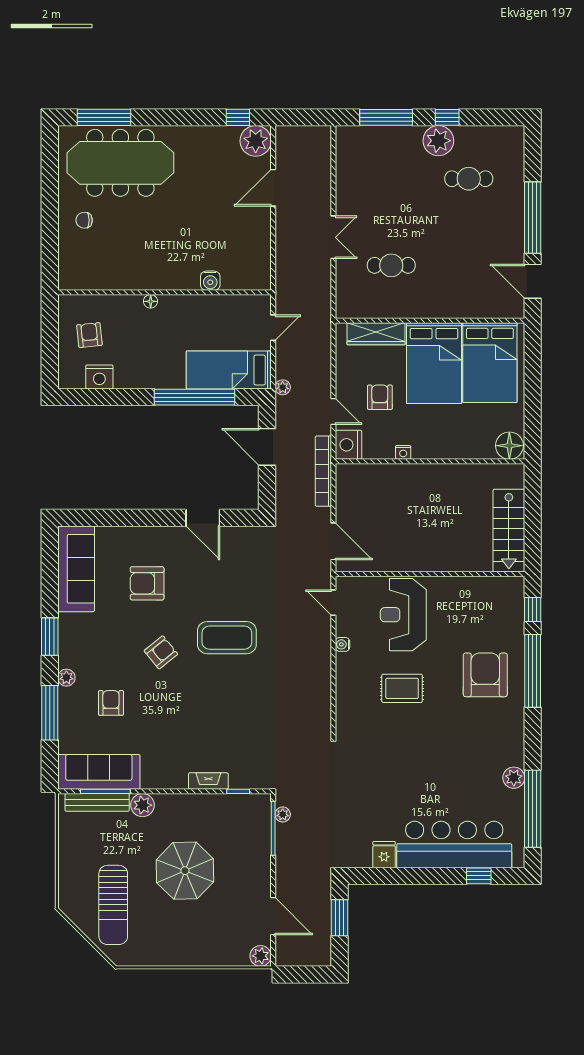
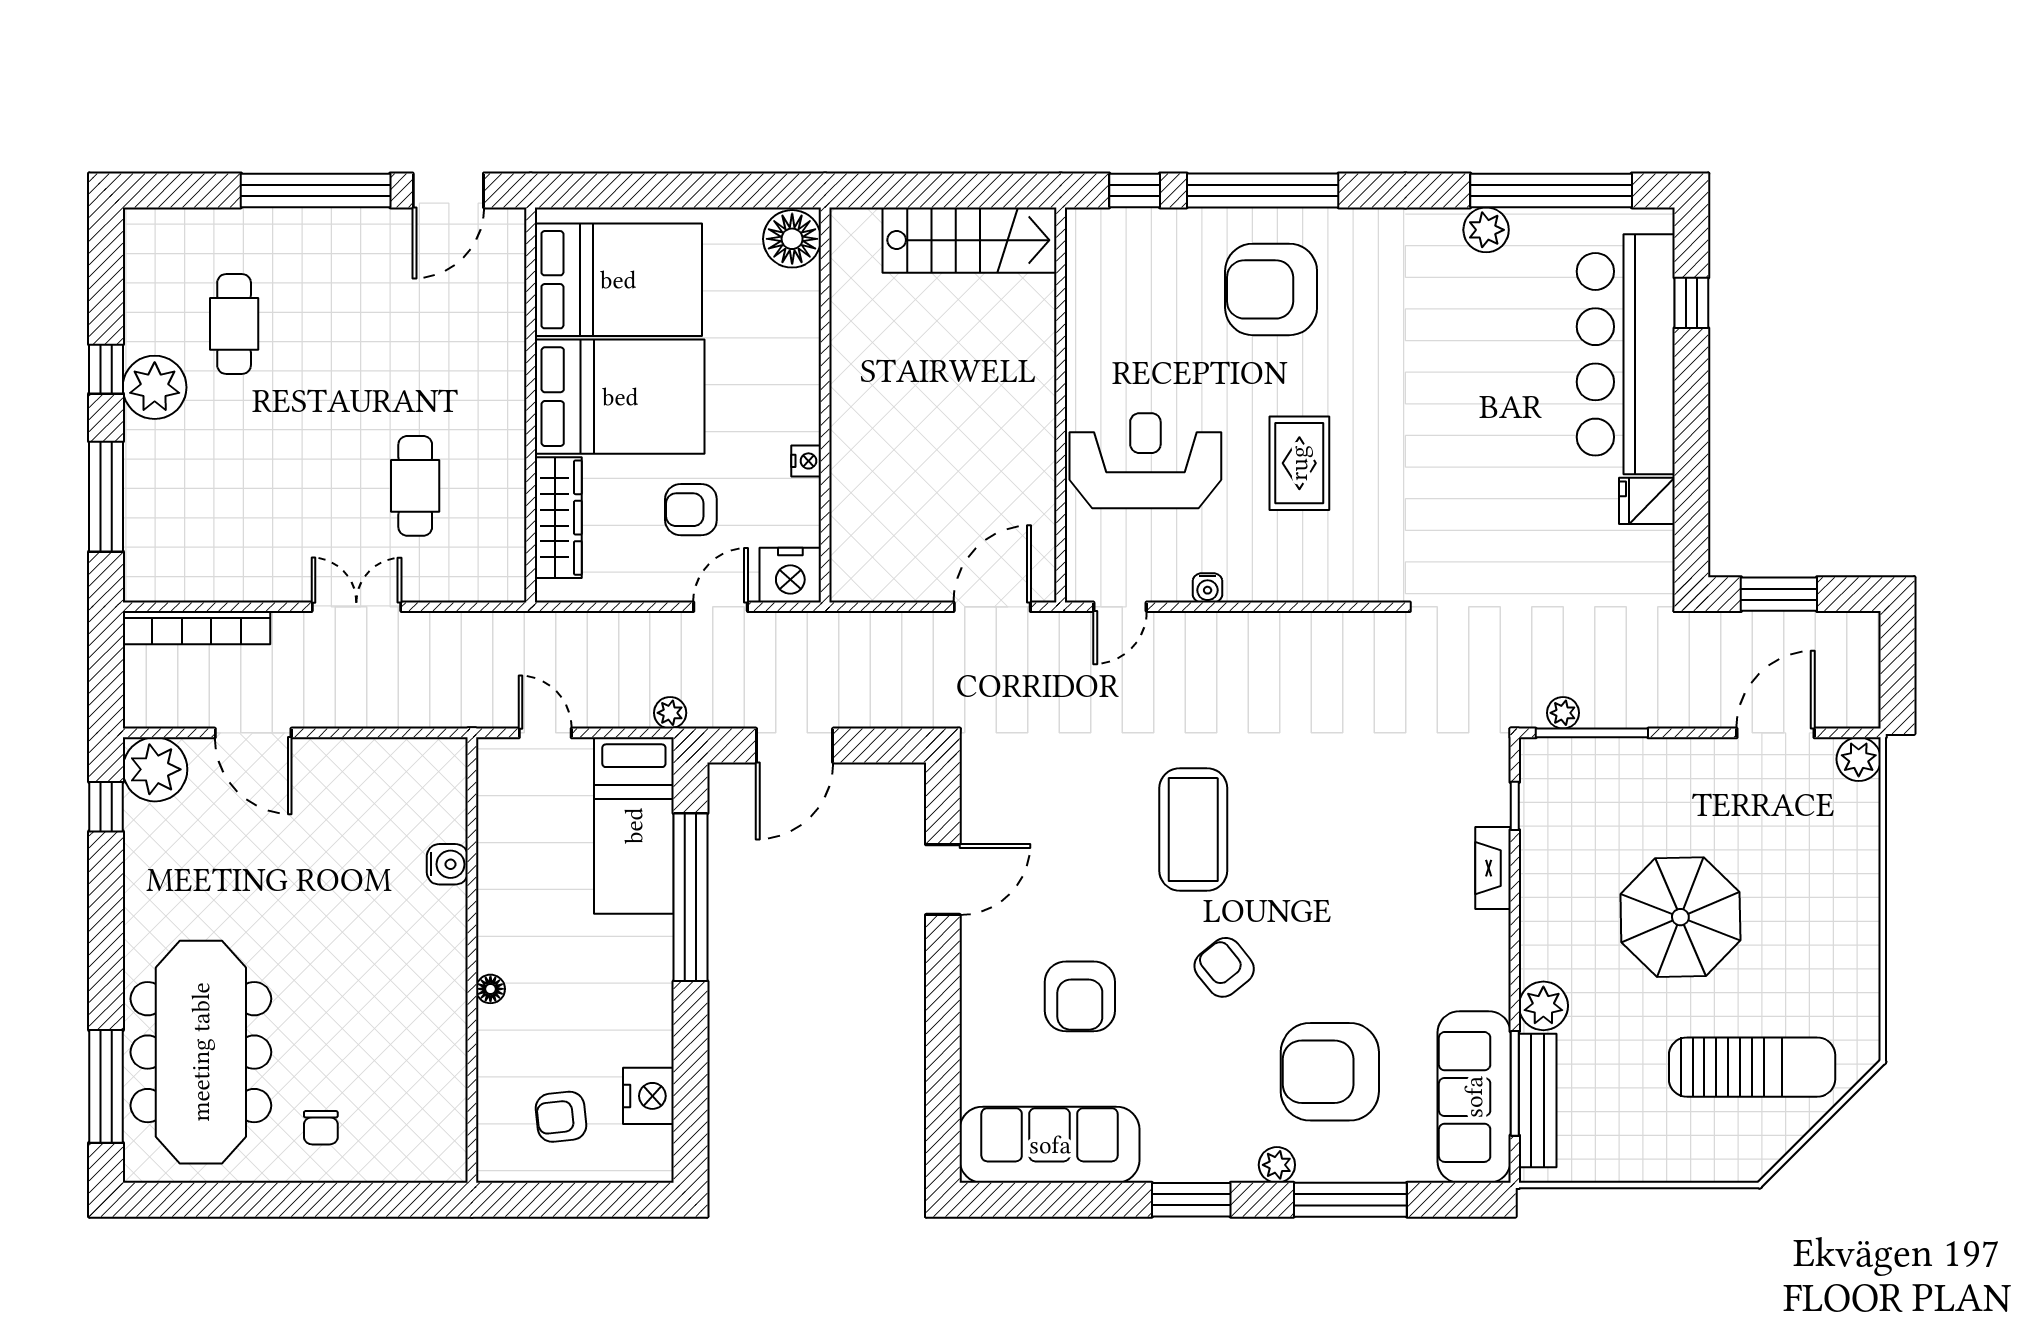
bookcase: (323, 471) -> (196, 628), moved
reception desk: (403, 615) -> (1145, 461), turned 180
armchair: (111, 703) -> (1330, 1072), width x1.88, depth x1.88

